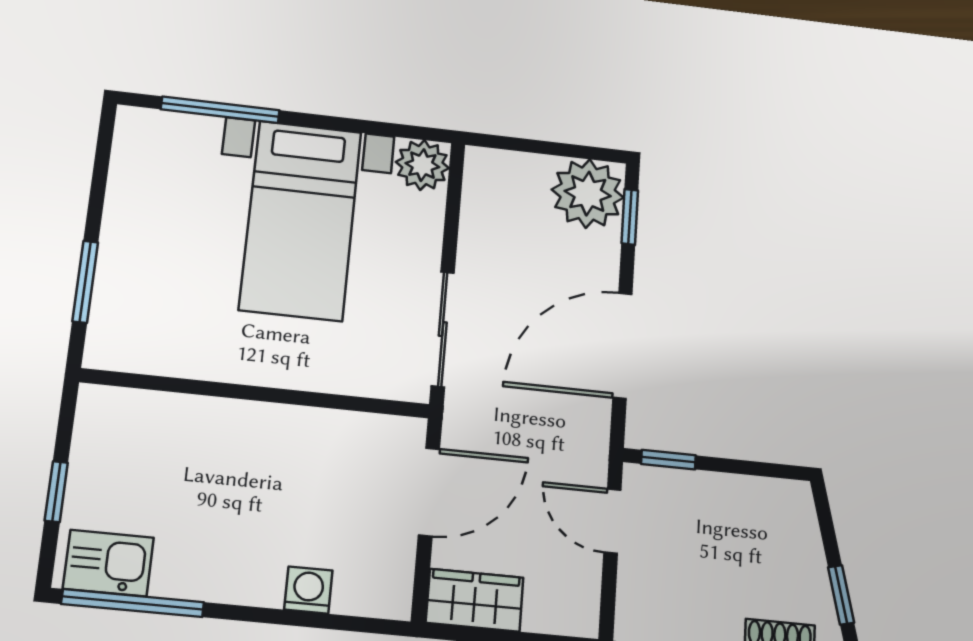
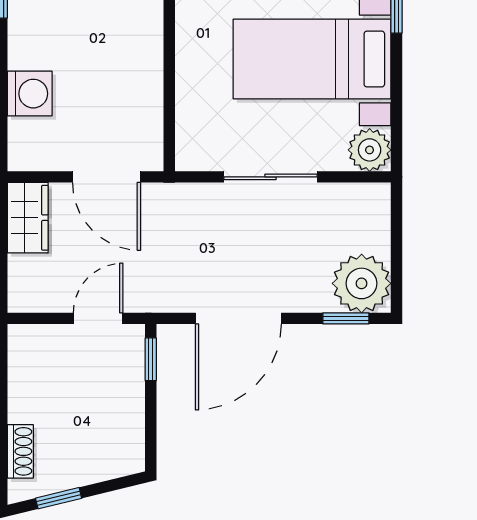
sliding door: (443, 329) -> (271, 177), moved
door: (622, 346) -> (238, 318), swing flipped
washing machine: (308, 590) -> (30, 94), width x1.38, depth x1.38

